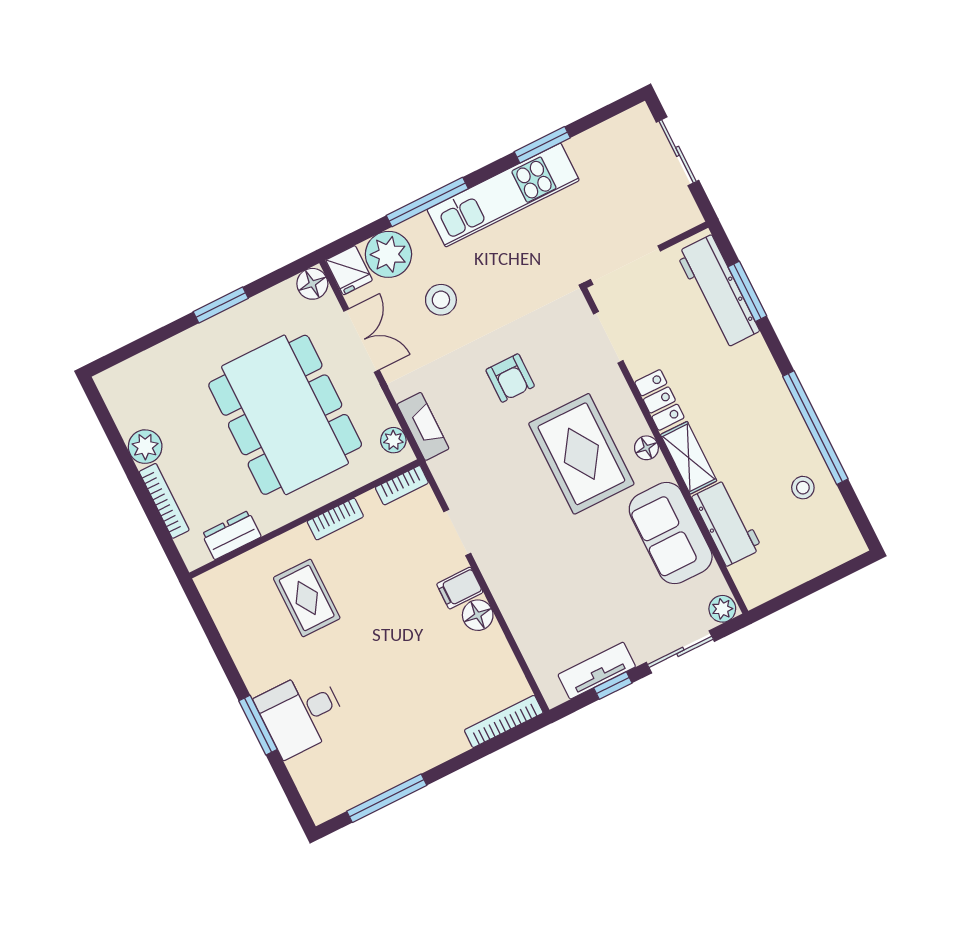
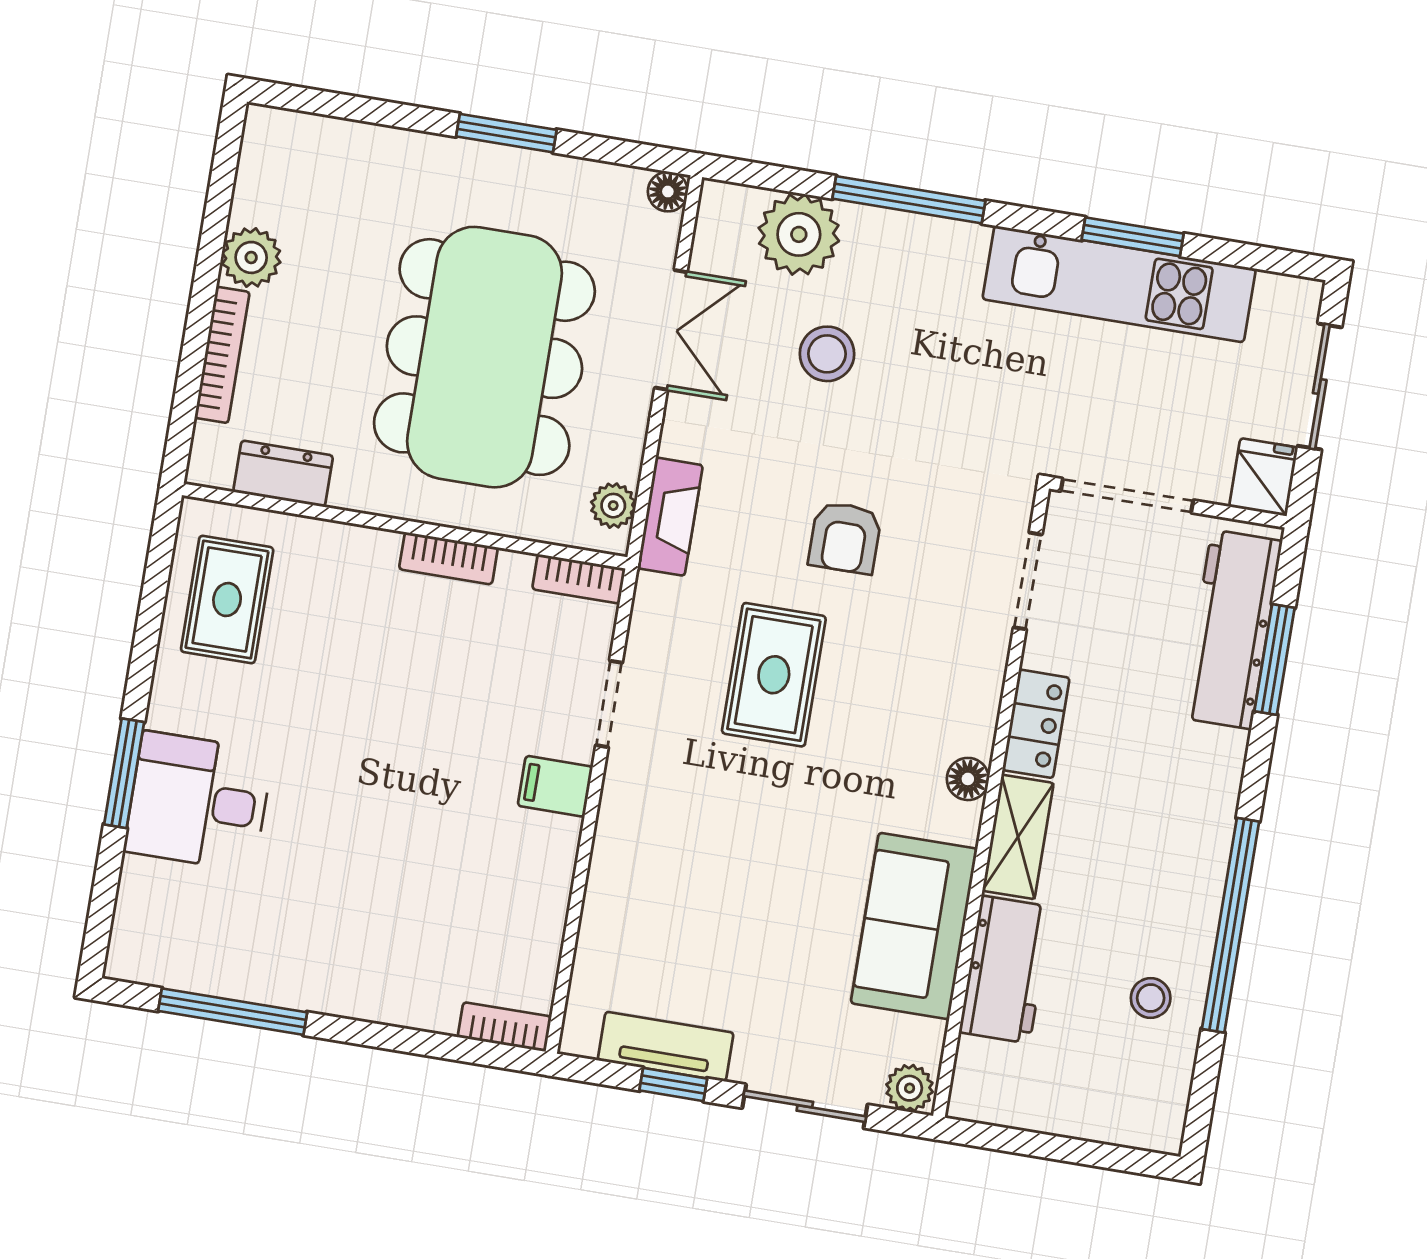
kitchen unit: (503, 195) -> (1119, 284), moved
fridge: (349, 270) -> (1264, 477), moved, turned 180
floor lamp: (312, 284) -> (668, 192), width x0.73, depth x0.73
rug: (581, 454) -> (774, 675), moved, width x0.73, depth x0.70
rug: (307, 598) -> (227, 600), moved
floor lamp: (478, 615) -> (553, 844), removed
bookcase: (504, 721) -> (504, 1027), width x0.64

